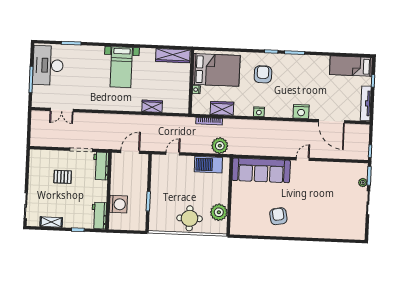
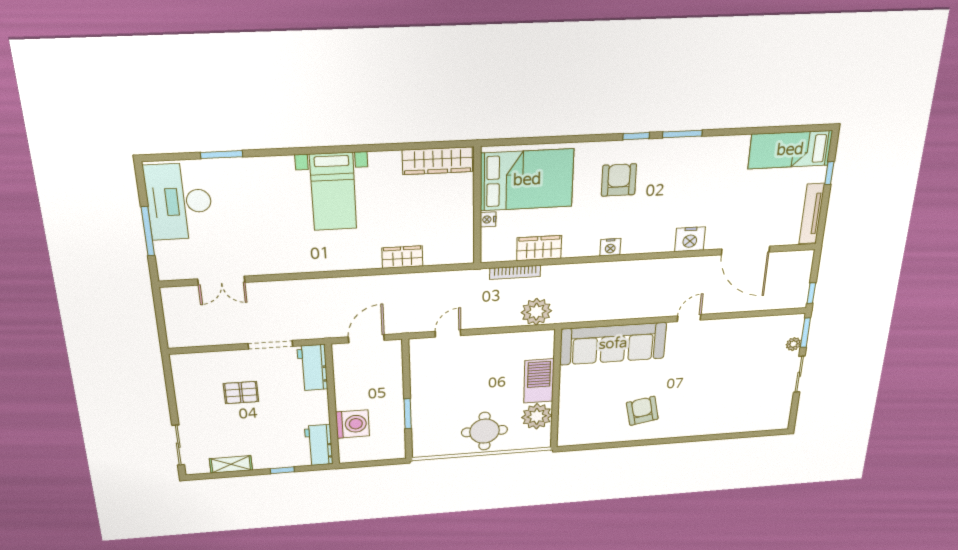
barbecue: (208, 165) -> (539, 381), moved, turned 90

